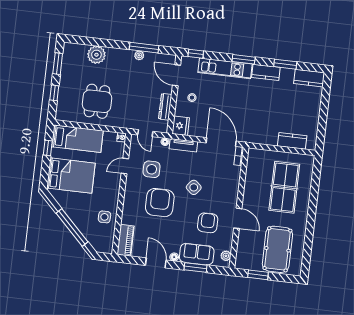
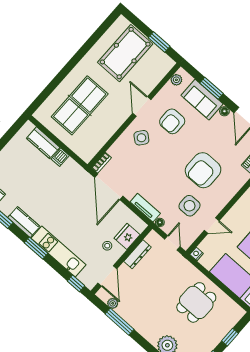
plant: (139, 55) -> (113, 303), moved
fridge: (181, 126) -> (127, 236), moved
dishwasher: (272, 139) -> (60, 157), added
side table: (194, 187) -> (141, 138), moved

